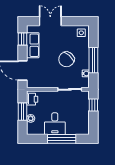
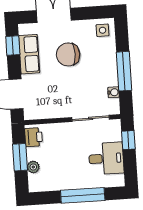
chair: (66, 59) -> (68, 54), moved, turned 48
desk: (55, 124) -> (106, 158), moved, turned -90

